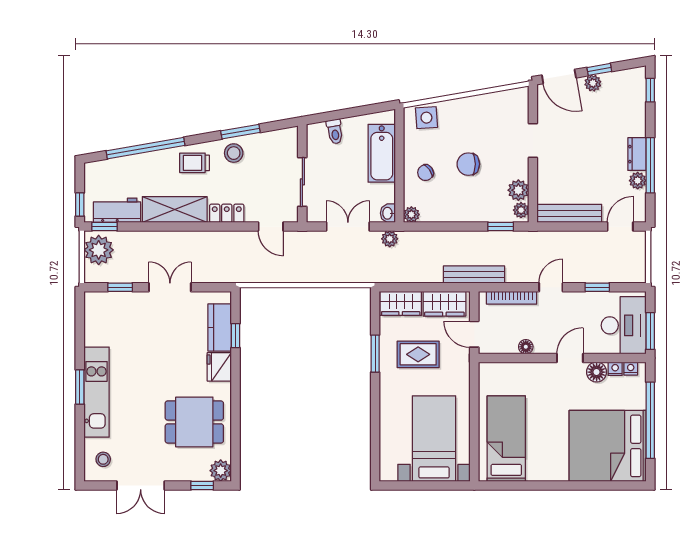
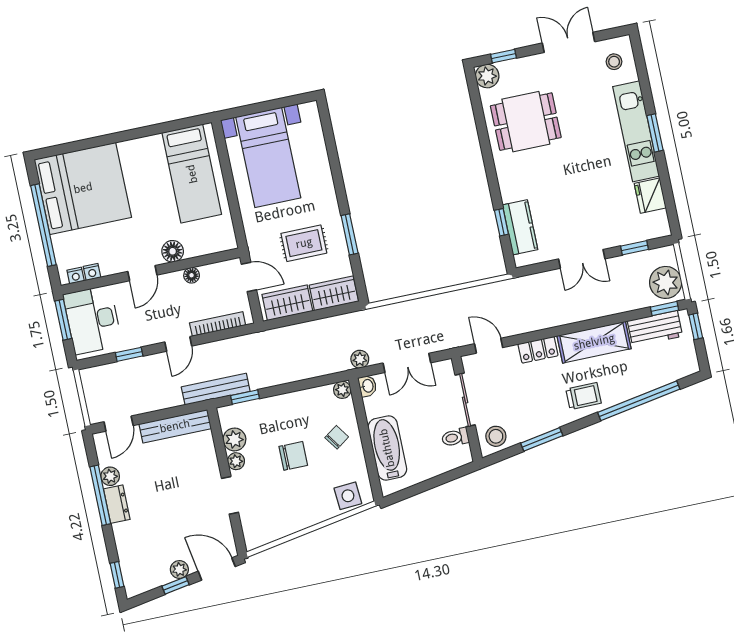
toilet: (335, 132) -> (455, 437), moved, turned -80
stool: (234, 153) -> (496, 436), moved
plant: (521, 210) -> (236, 461), moved
bench: (474, 275) -> (216, 389), moved
fridge: (219, 367) -> (650, 196), moved, turned 180
floor lamp: (597, 372) -> (173, 251), moved

